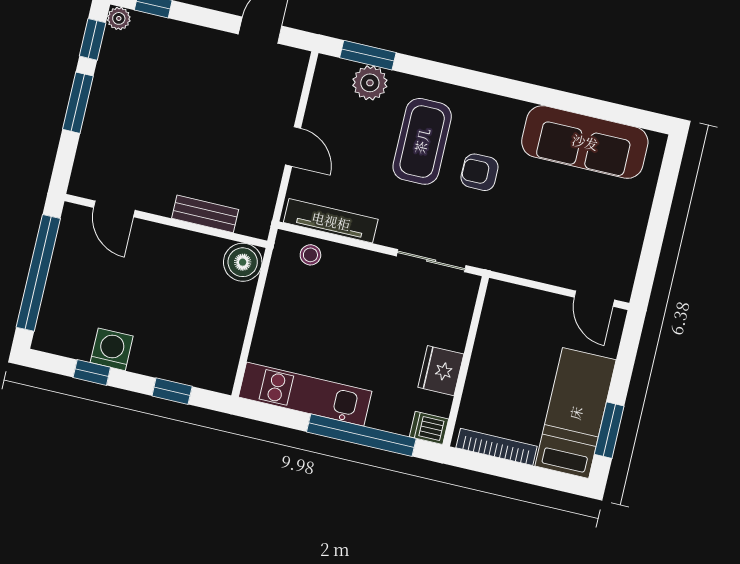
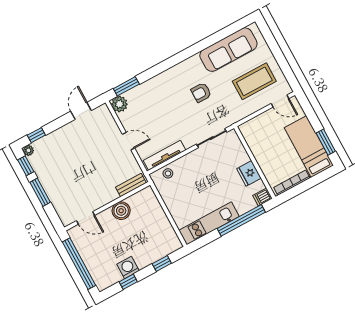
plant: (370, 83) -> (119, 104), moved
coffee table: (422, 141) -> (254, 81), moved, turned 90
bench: (205, 214) -> (131, 185), moved
boiler: (243, 262) -> (121, 211), moved

